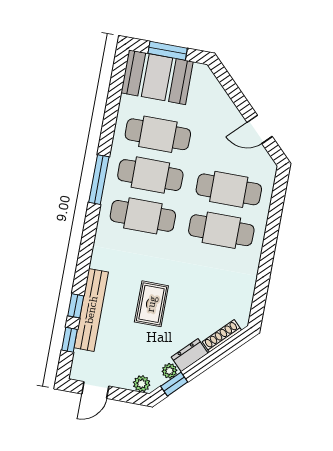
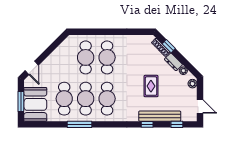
door: (260, 129) -> (32, 68), moved
window: (99, 180) -> (79, 124), moved
rug: (151, 304) -> (151, 86), turned 90
window: (76, 306) -> (147, 124), moved
window: (174, 384) -> (169, 46), moved

